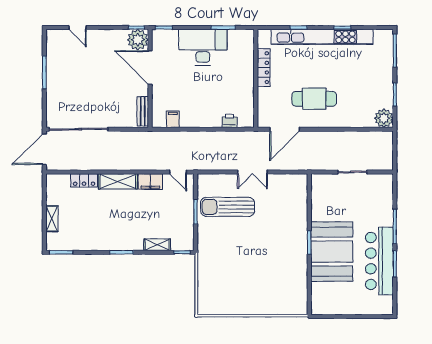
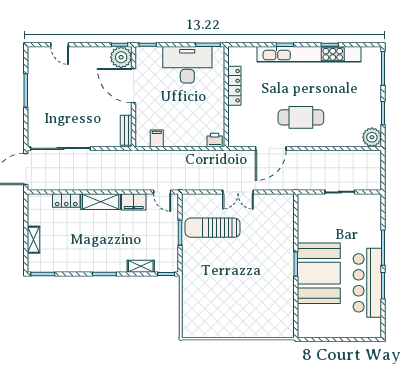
locker: (264, 68) -> (234, 86), moved
wall: (256, 78) -> (226, 97), moved

